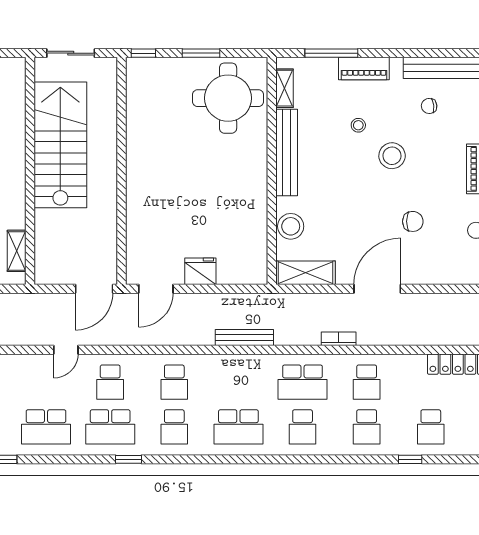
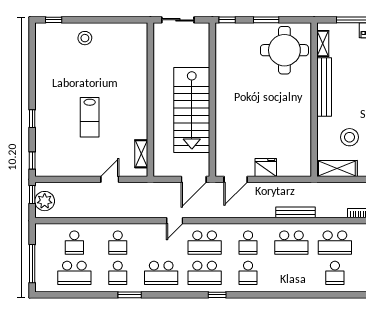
stairs: (60, 145) -> (192, 110), moved, turned 180
stool: (291, 226) -> (349, 137), moved
school desk: (110, 382) -> (205, 243), width x1.85
school desk: (238, 427) -> (291, 243), moved

